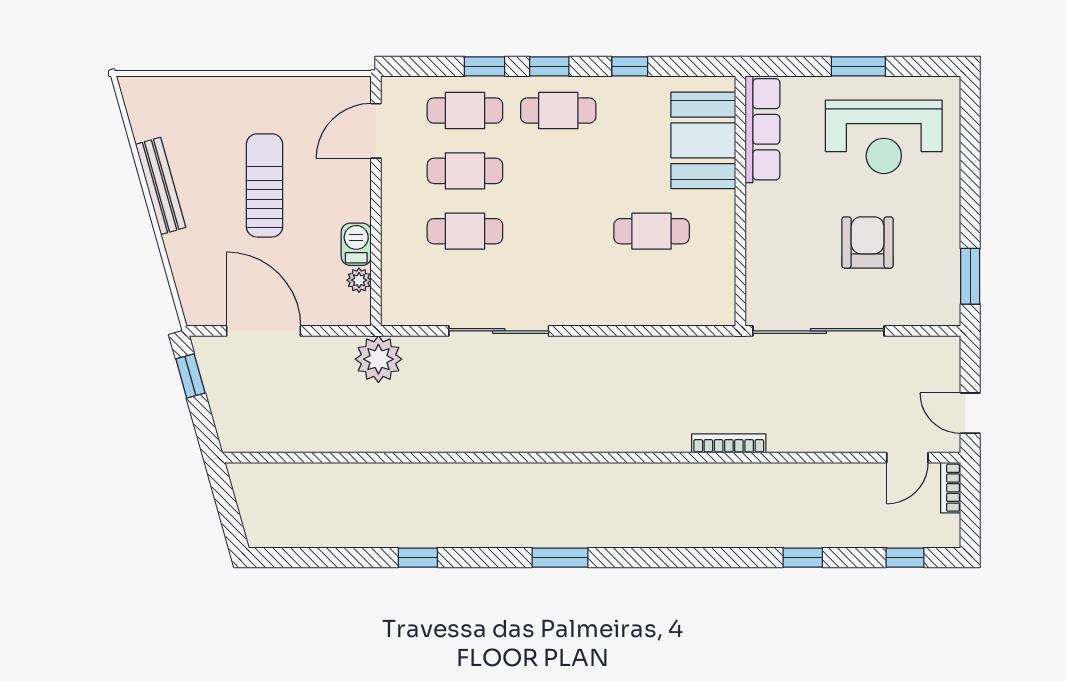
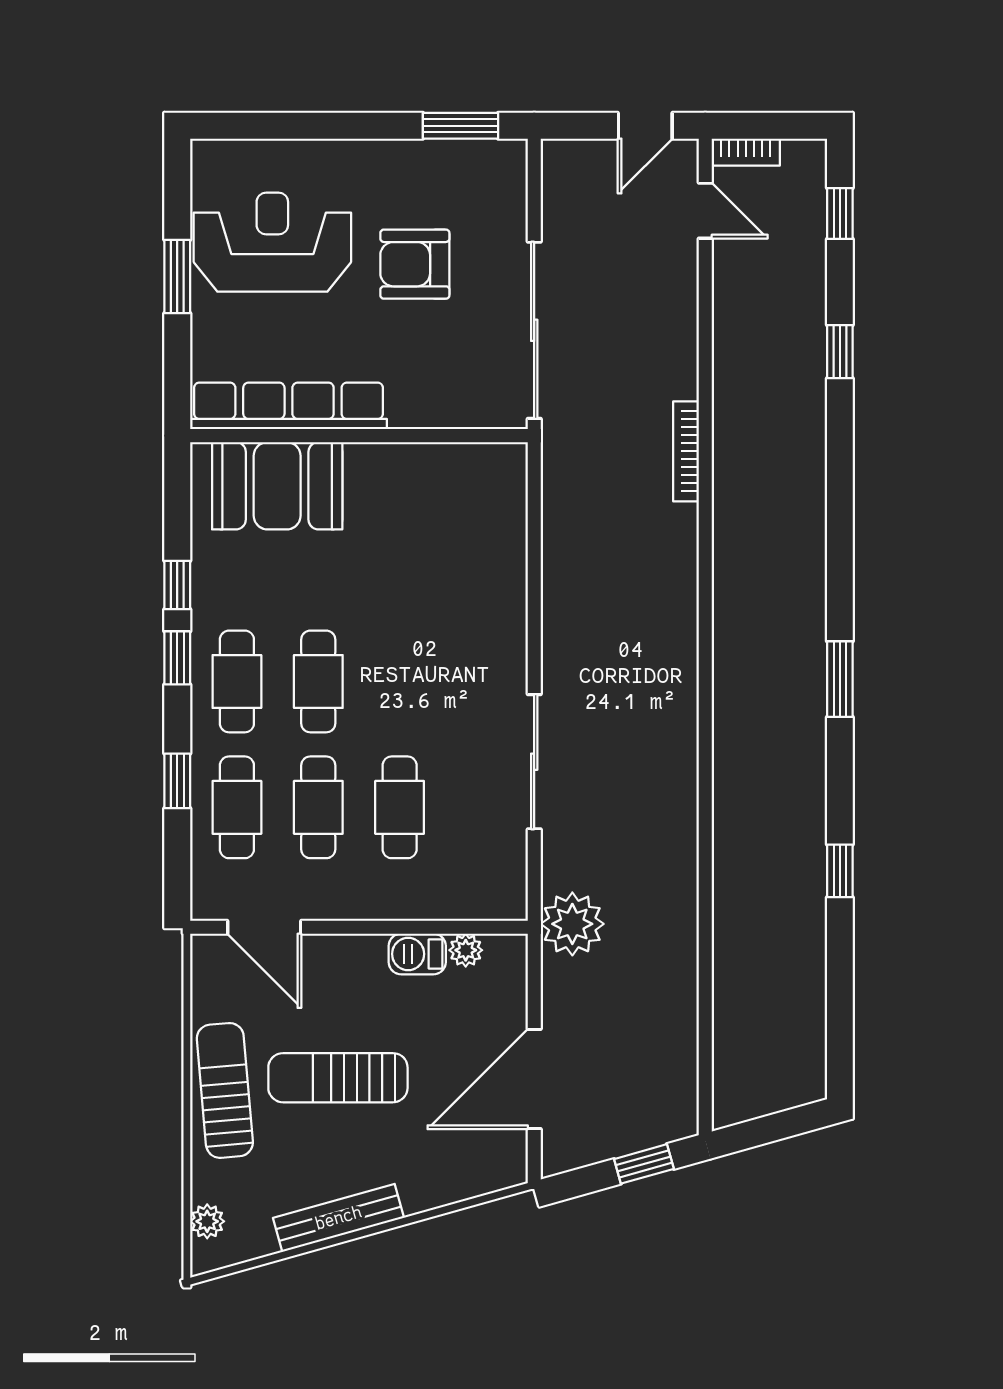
window: (549, 66) -> (177, 658), moved
plant: (158, 88) -> (207, 1221), added
sun lounger: (255, 102) -> (225, 1090), added
row of seats: (762, 129) -> (288, 406), width x1.36
reception desk: (884, 137) -> (272, 242), turned -90
cafe table: (652, 231) -> (318, 681), moved
window: (190, 376) -> (644, 1164), moved

